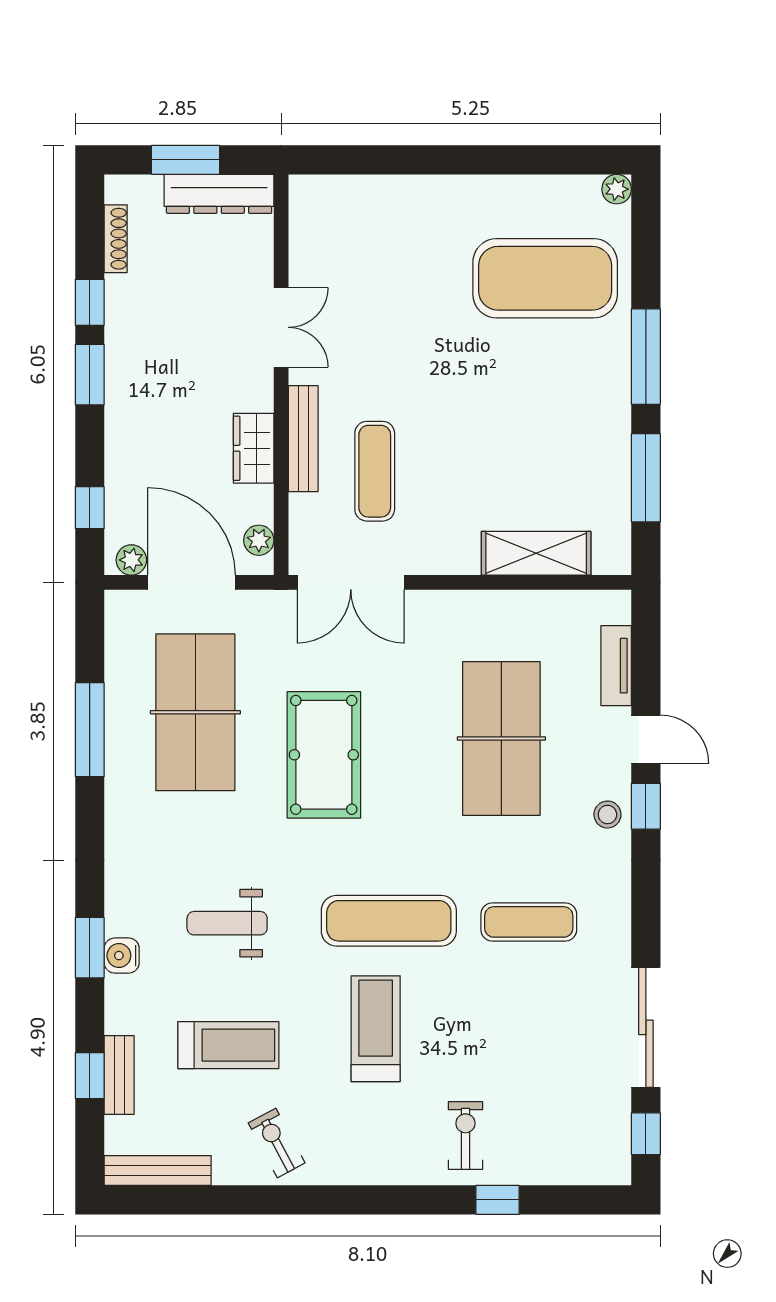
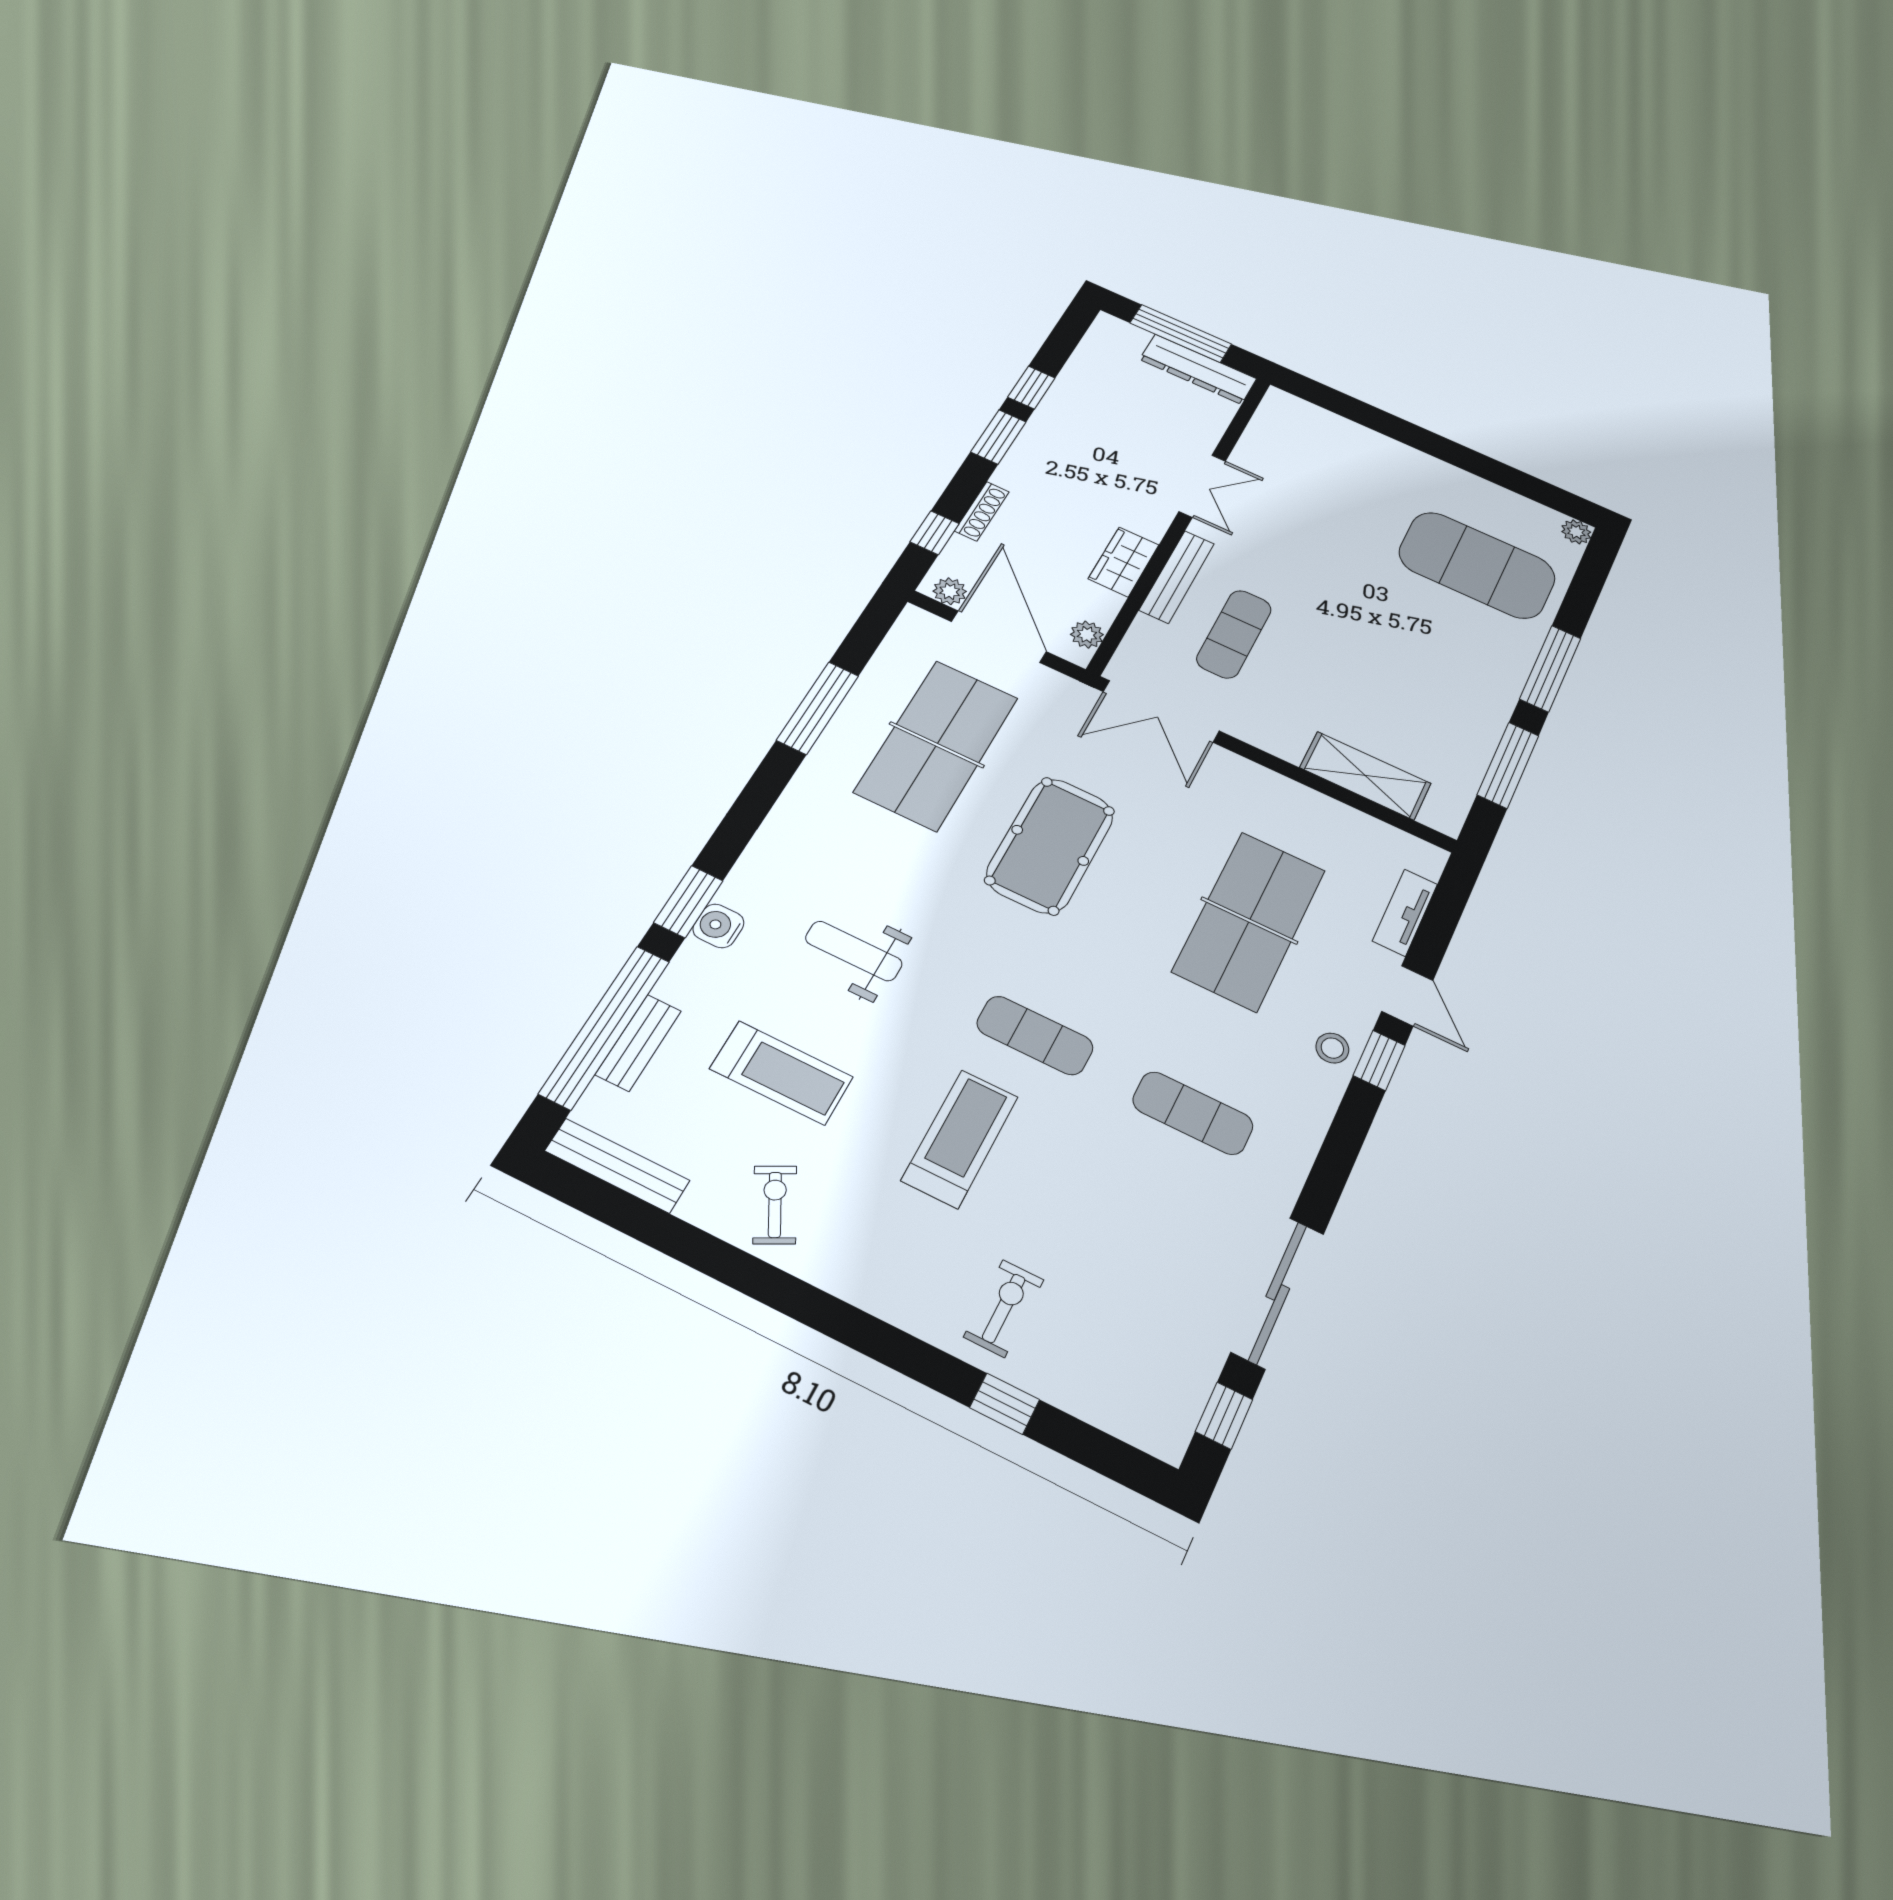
window: (185, 160) -> (1181, 333), width x1.44
shoe rack: (116, 239) -> (982, 511), moved
exercise mat: (389, 921) -> (1035, 1035), width x0.73, depth x0.69
window: (90, 1076) -> (605, 1027), width x3.17

